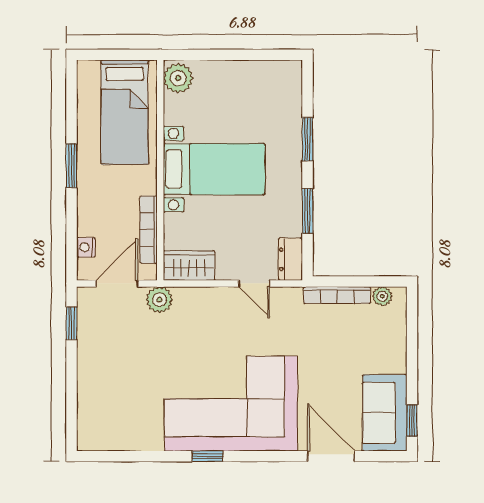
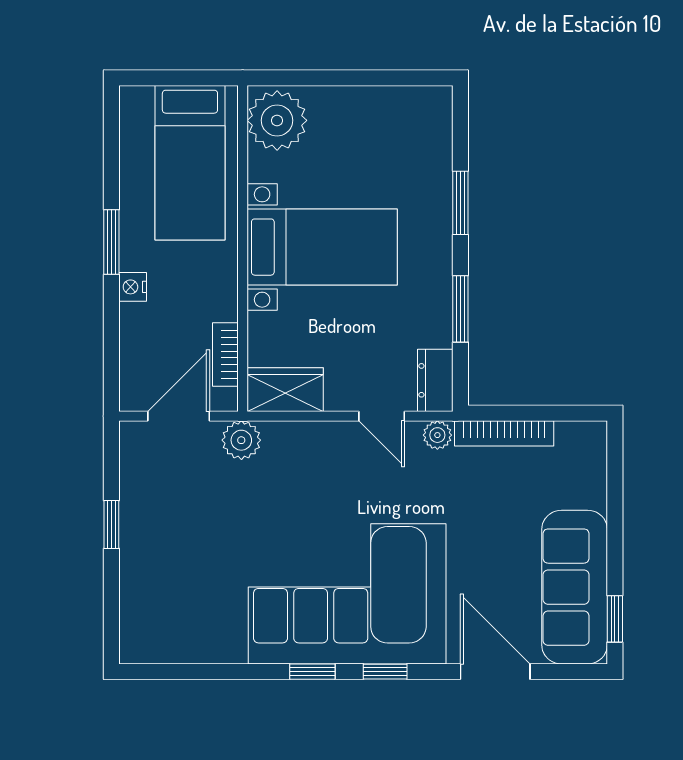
plant: (178, 78) -> (277, 120), width x1.36, depth x1.36
bookcase: (149, 230) -> (225, 354), width x0.64
nightstand: (86, 247) -> (133, 287), moved
plant: (382, 296) -> (437, 435), moved
window: (72, 323) -> (111, 525), moved
sofa: (385, 413) -> (575, 587), width x1.36
window: (257, 456) -> (385, 672), added

